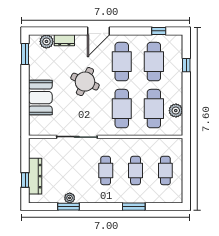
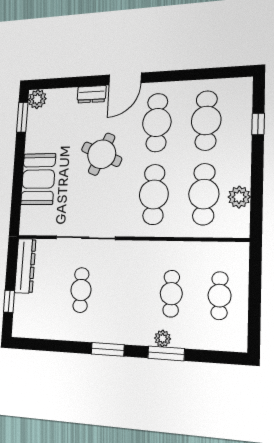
window: (159, 31) -> (215, 73), removed
dresser: (64, 40) -> (92, 94), moved
plant: (46, 41) -> (37, 99), moved
cafe table: (106, 171) -> (81, 290), moved
dresser: (35, 176) -> (25, 266), moved
plant: (70, 198) -> (163, 338), moved
window: (69, 207) -> (108, 349), moved

